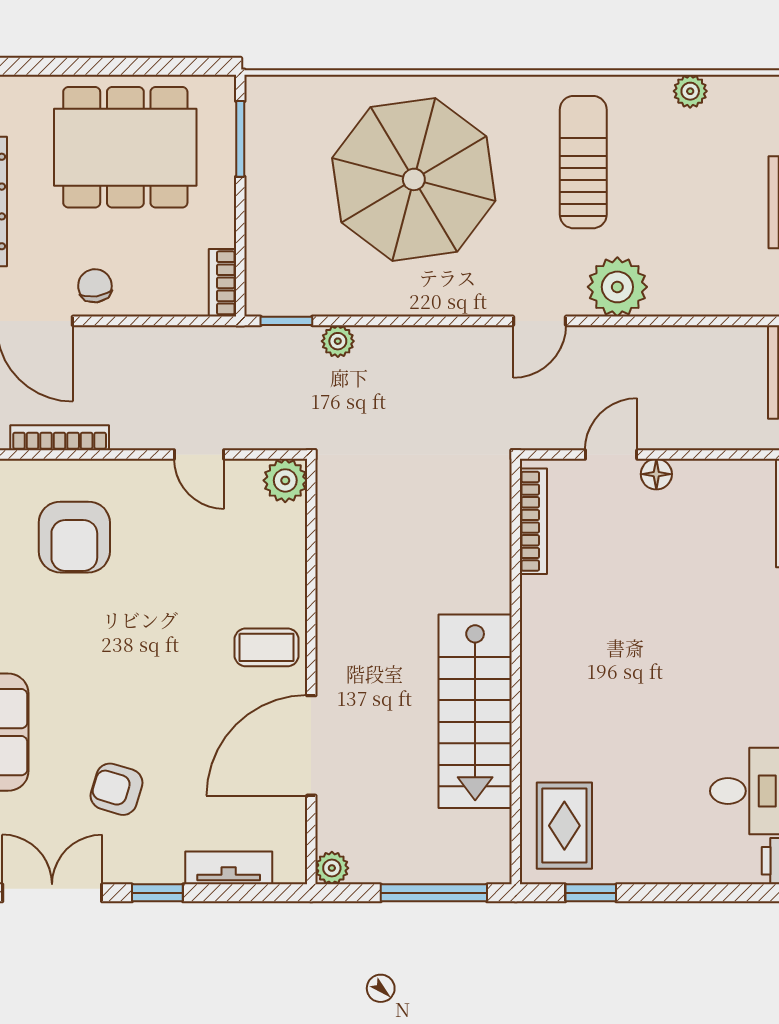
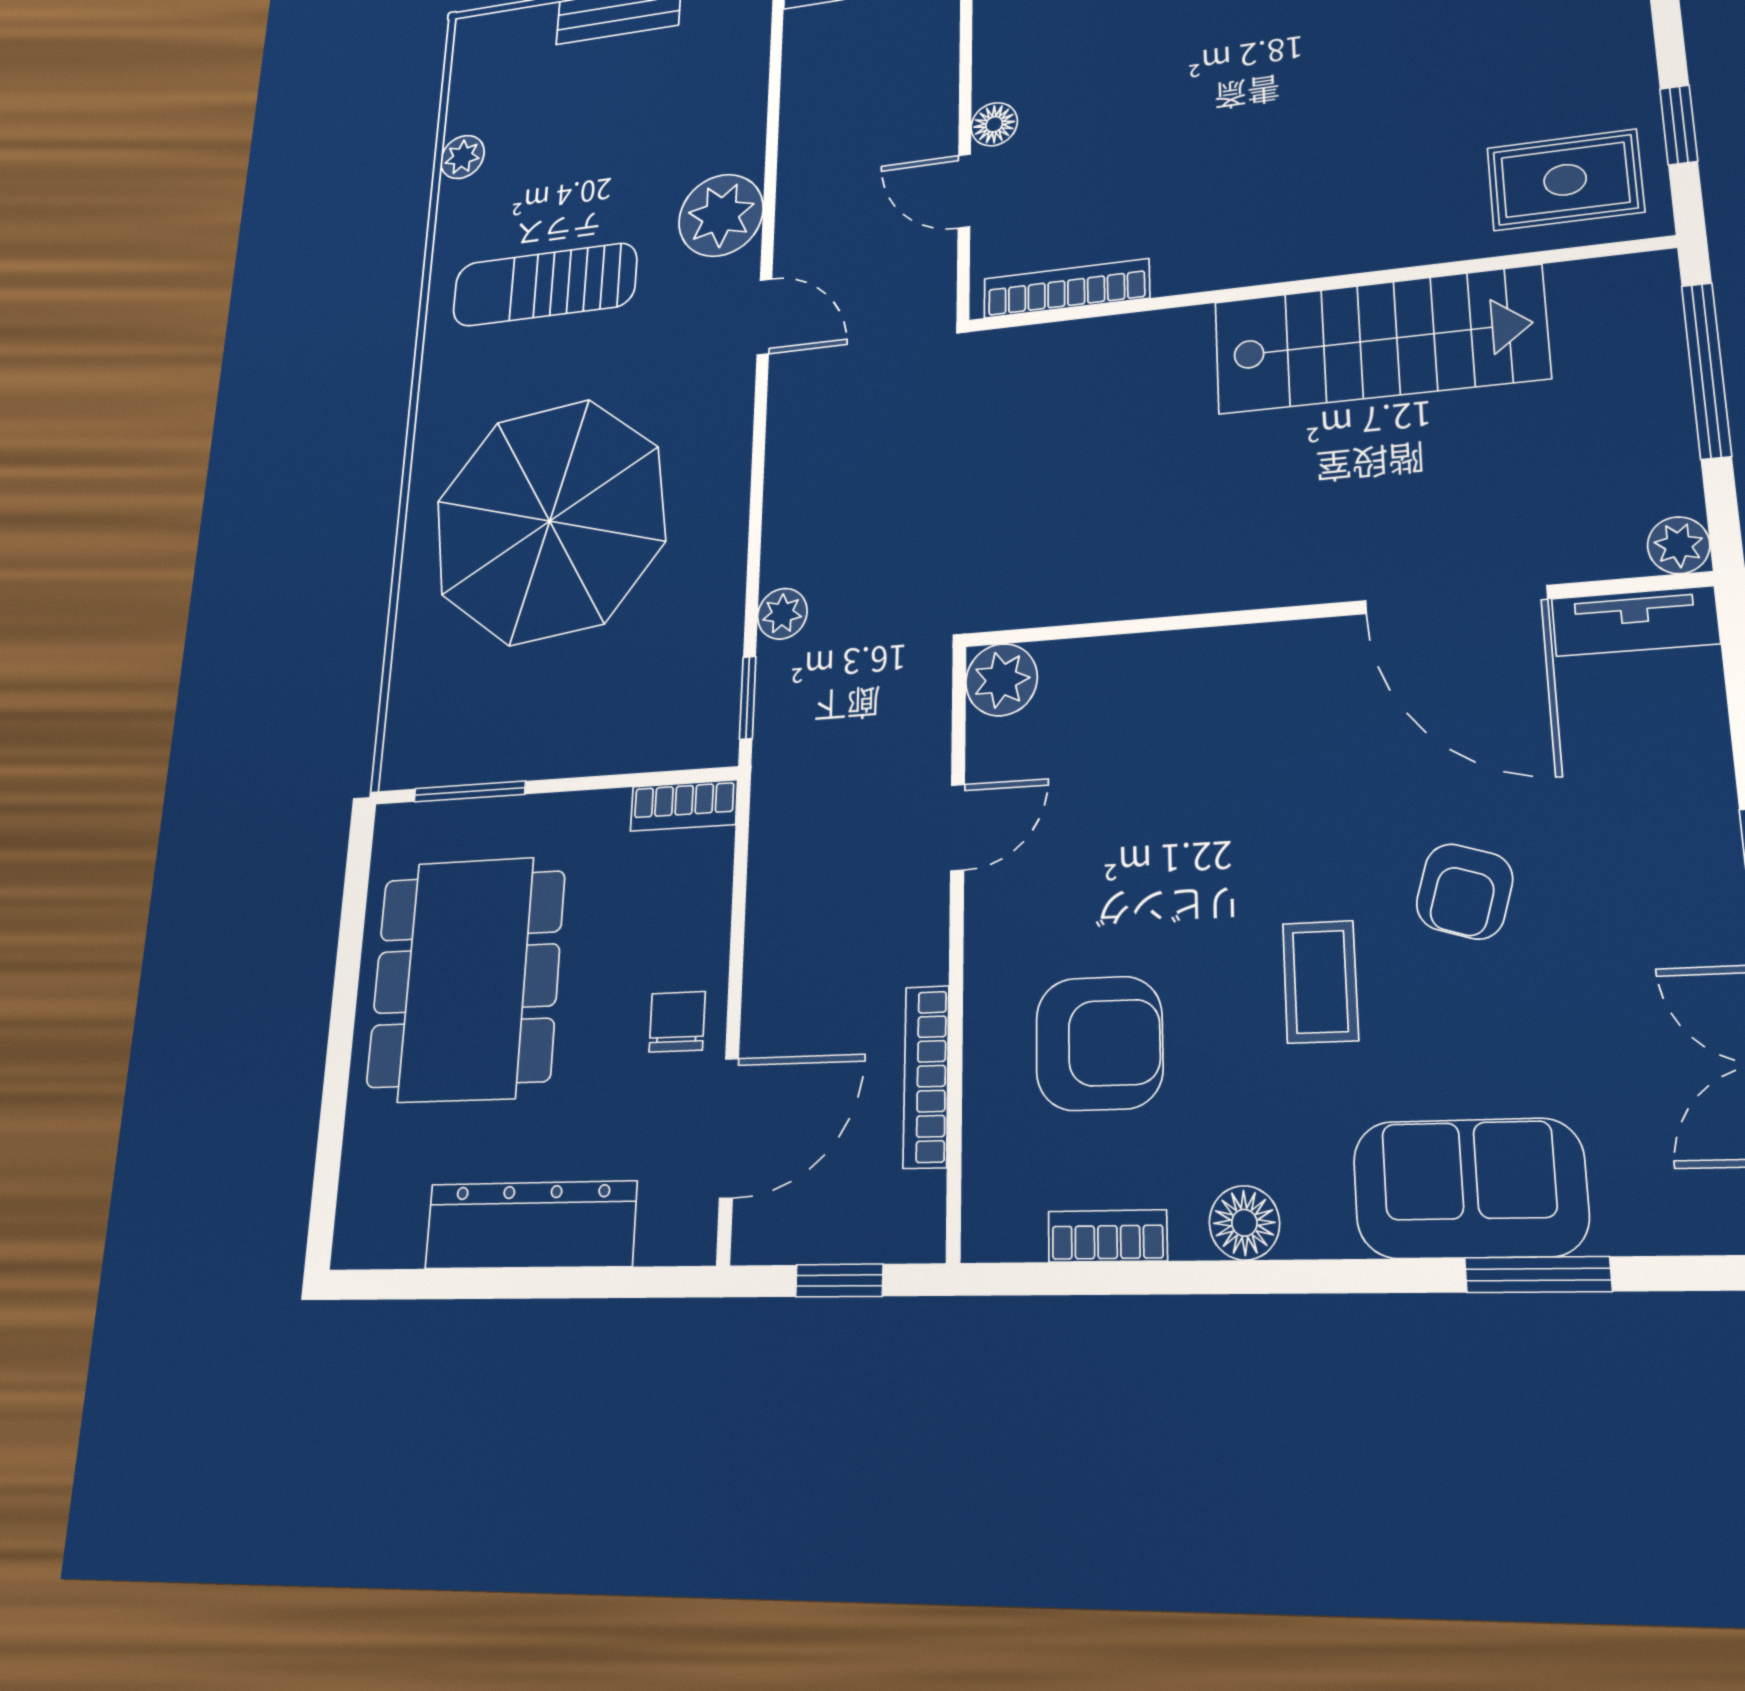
chair: (95, 286) -> (677, 1022), turned 98
coffee table: (267, 647) -> (1320, 982), moved
armchair: (117, 789) -> (1465, 891), moved
tv unit: (229, 868) -> (1635, 621), moved, turned -90

